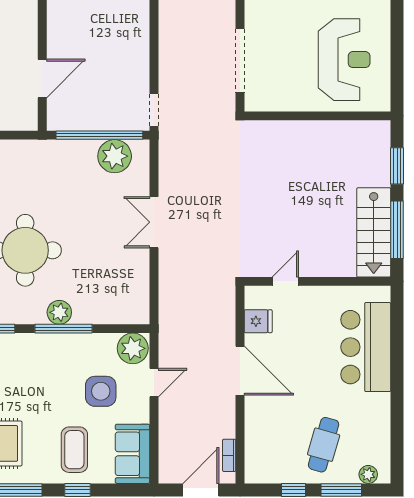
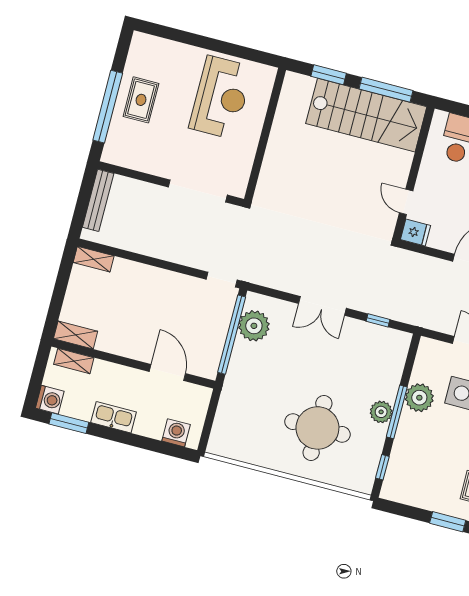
reception desk: (344, 60) -> (221, 97), turned 90
stairs: (374, 232) -> (366, 115), width x1.36, depth x1.51
window: (154, 284) -> (378, 320), added
fridge: (258, 321) -> (416, 233), moved, turned 90
plant: (133, 348) -> (419, 398), moved

